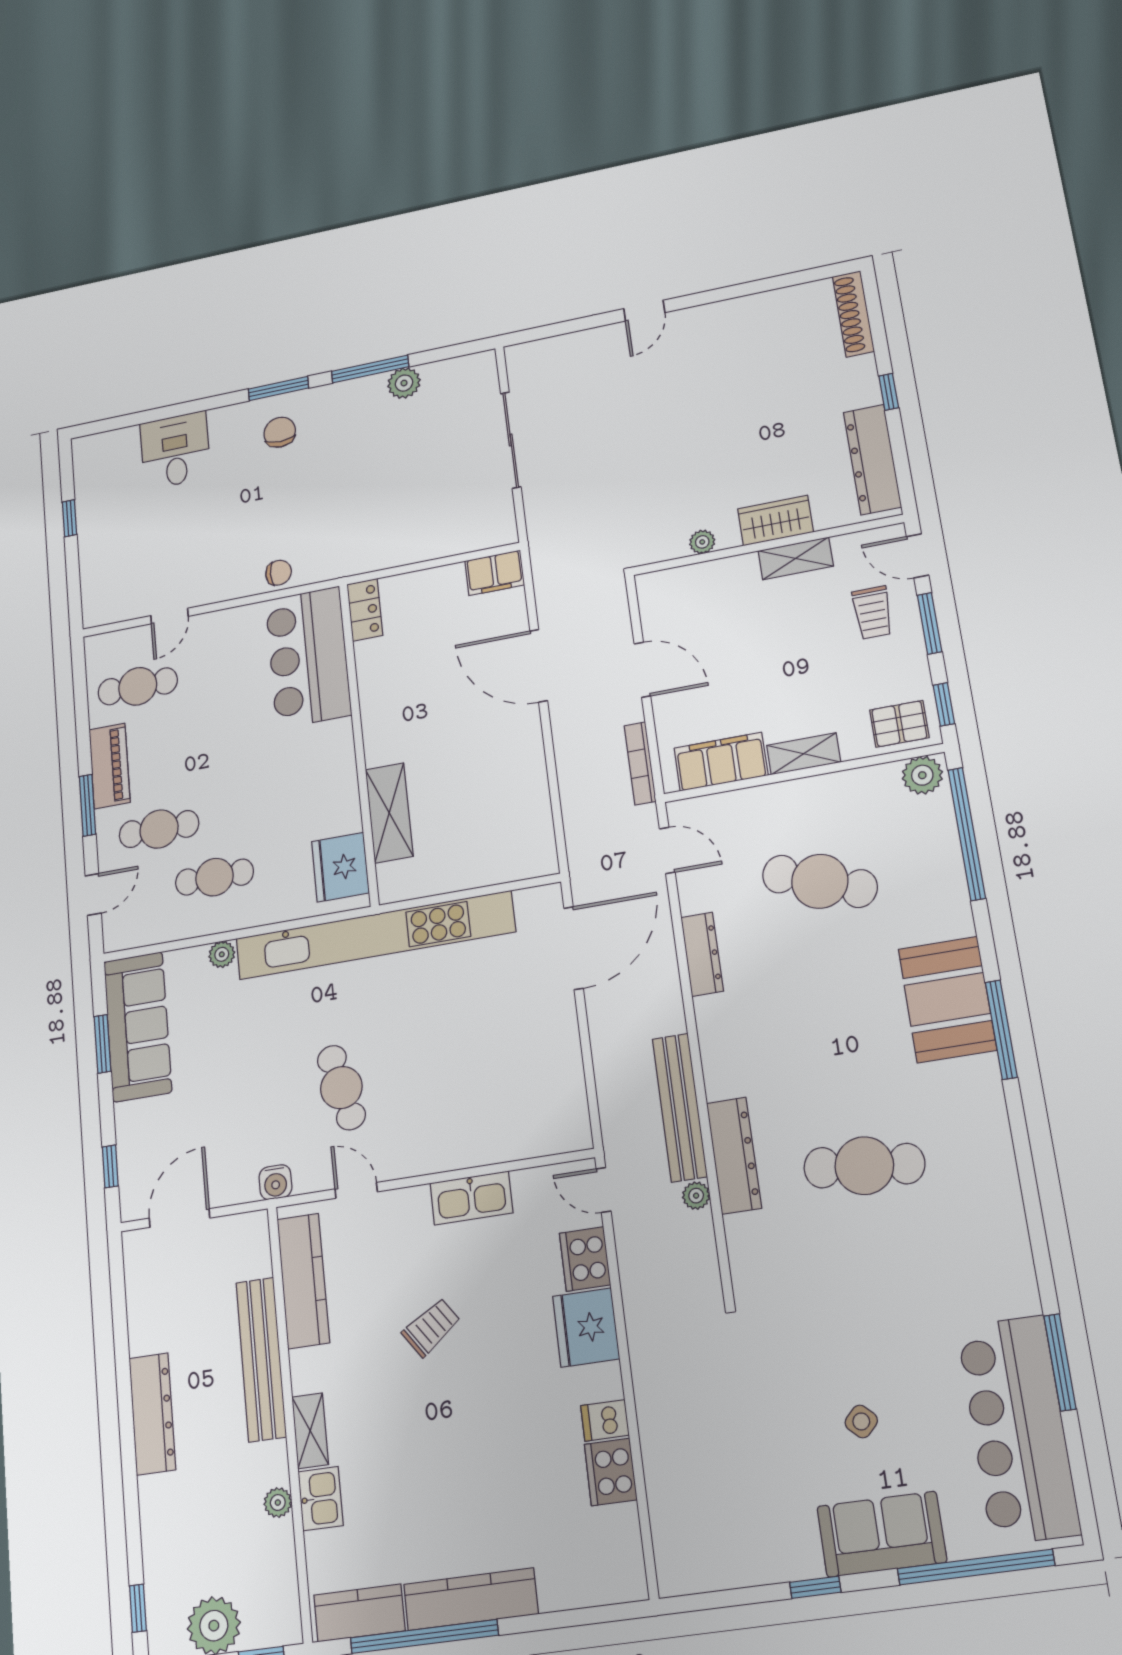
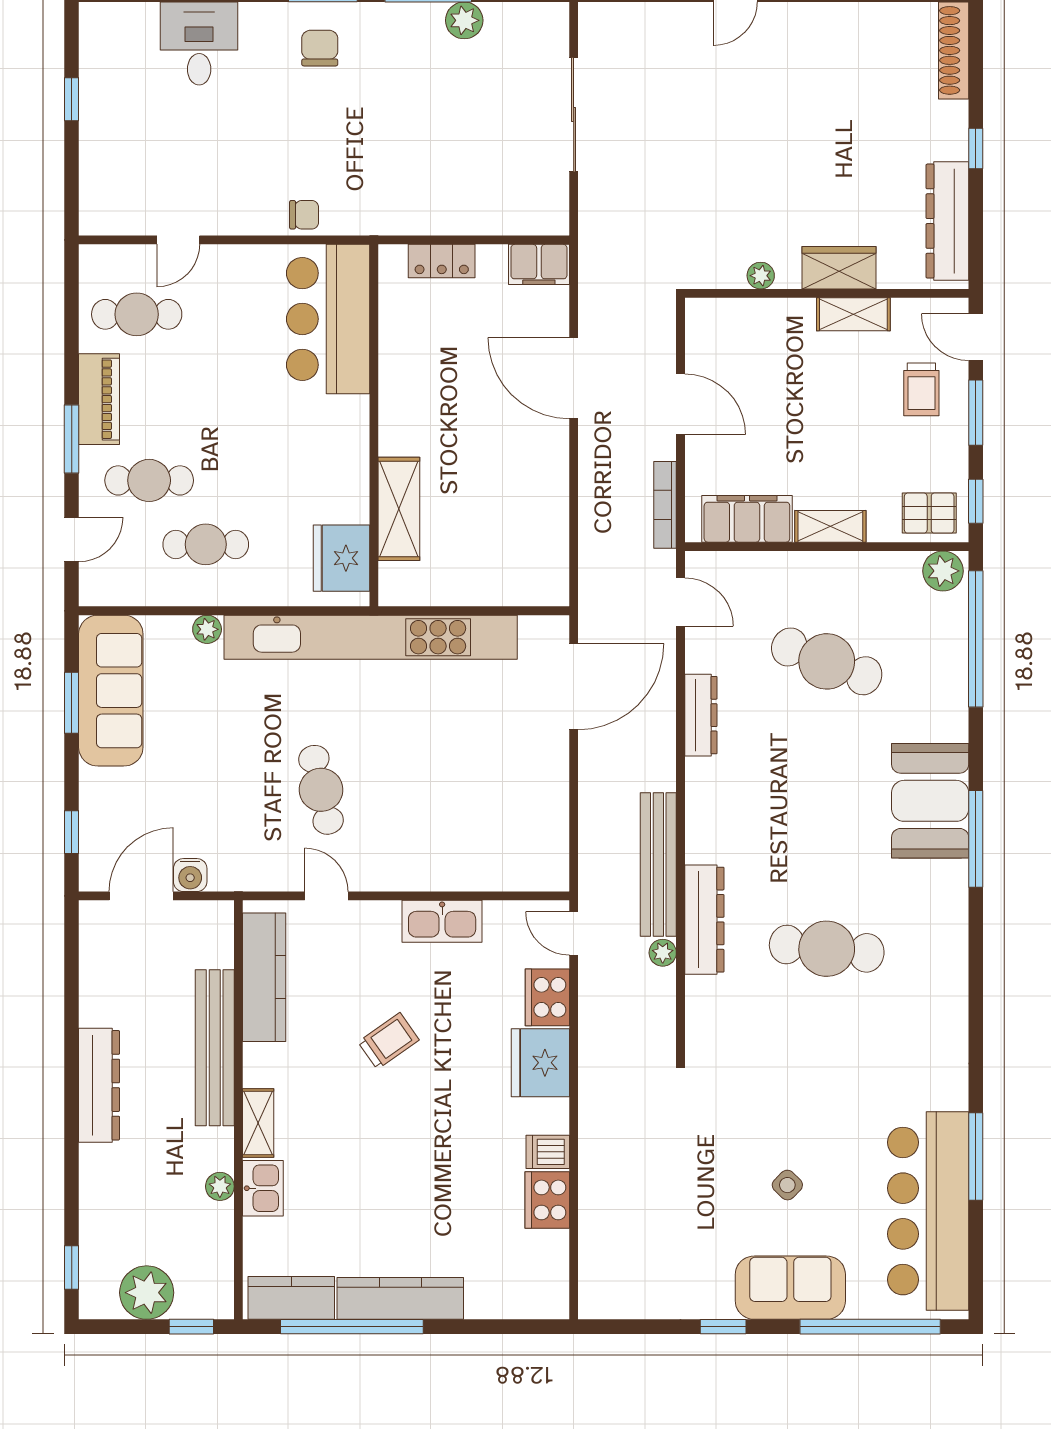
locker: (365, 610) -> (442, 261), moved, turned 90
water cooler: (275, 1182) -> (190, 875), moved

